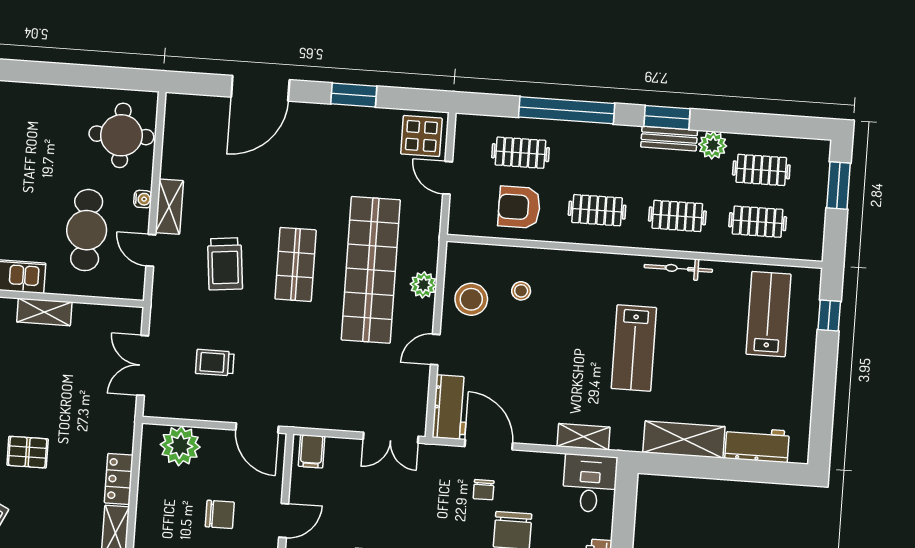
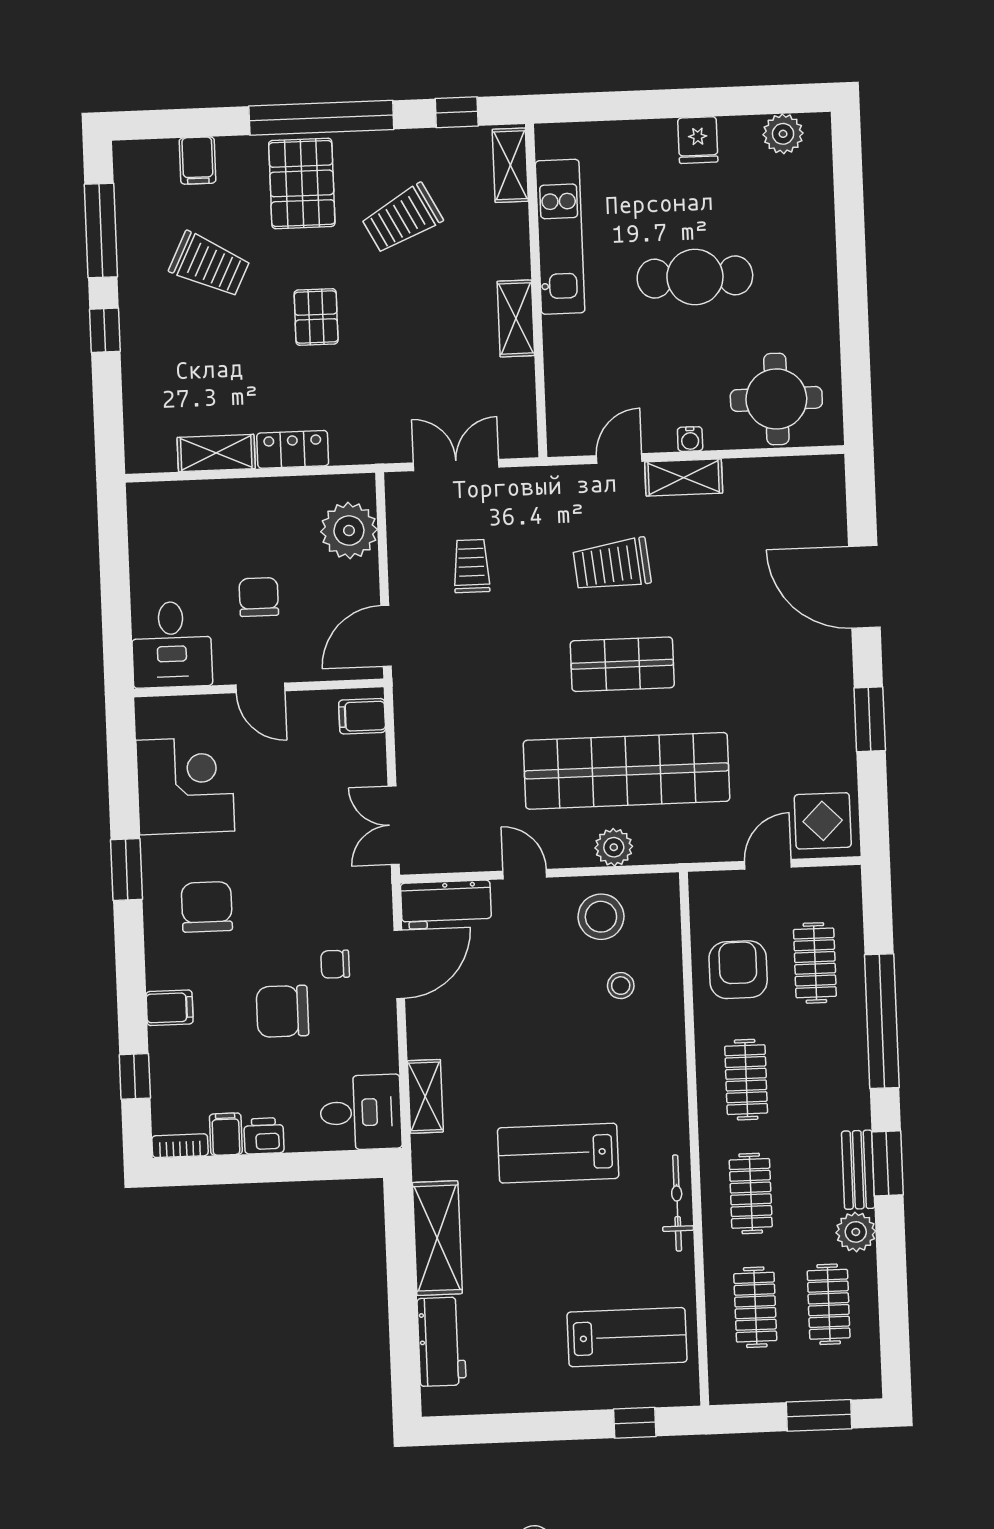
cafe table: (87, 230) -> (695, 277), moved
chair: (220, 514) -> (259, 597), turned 180

